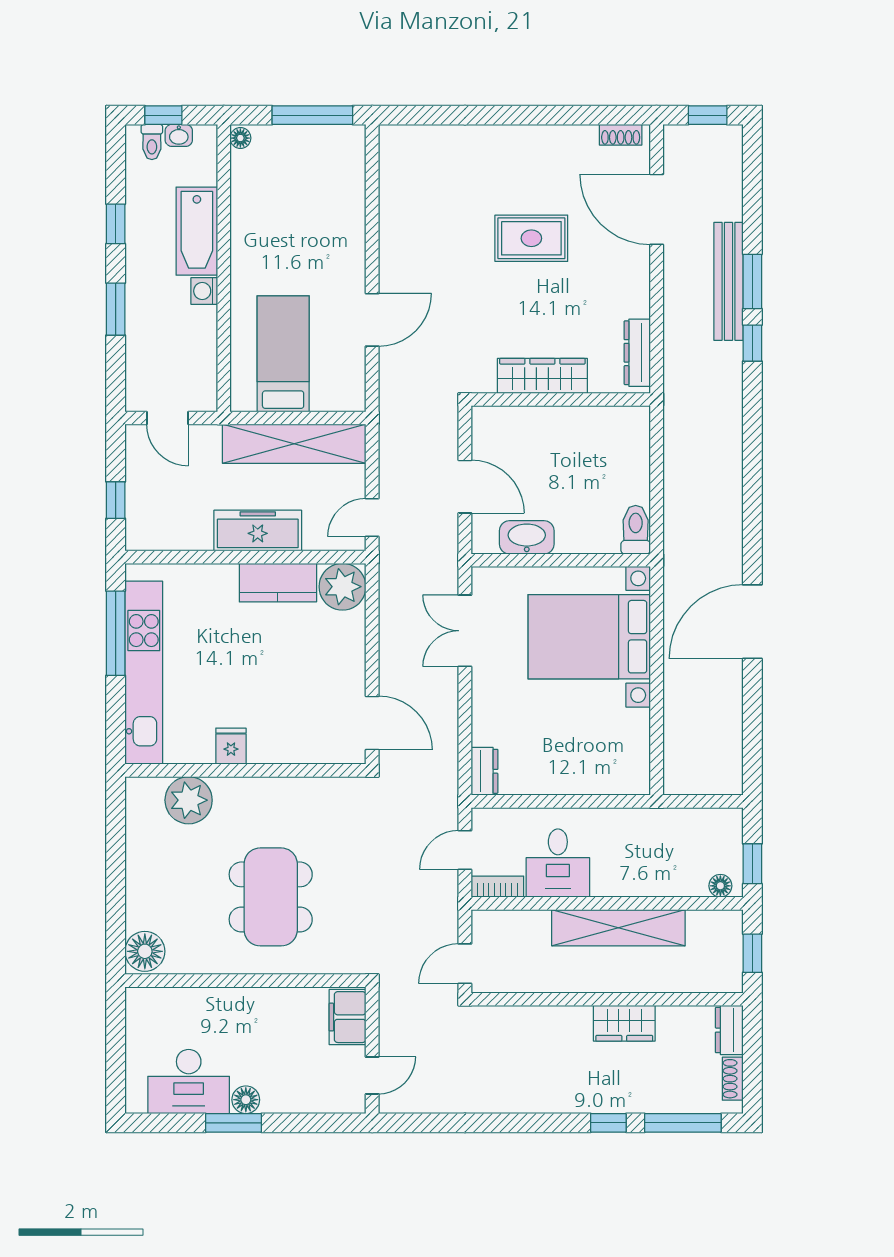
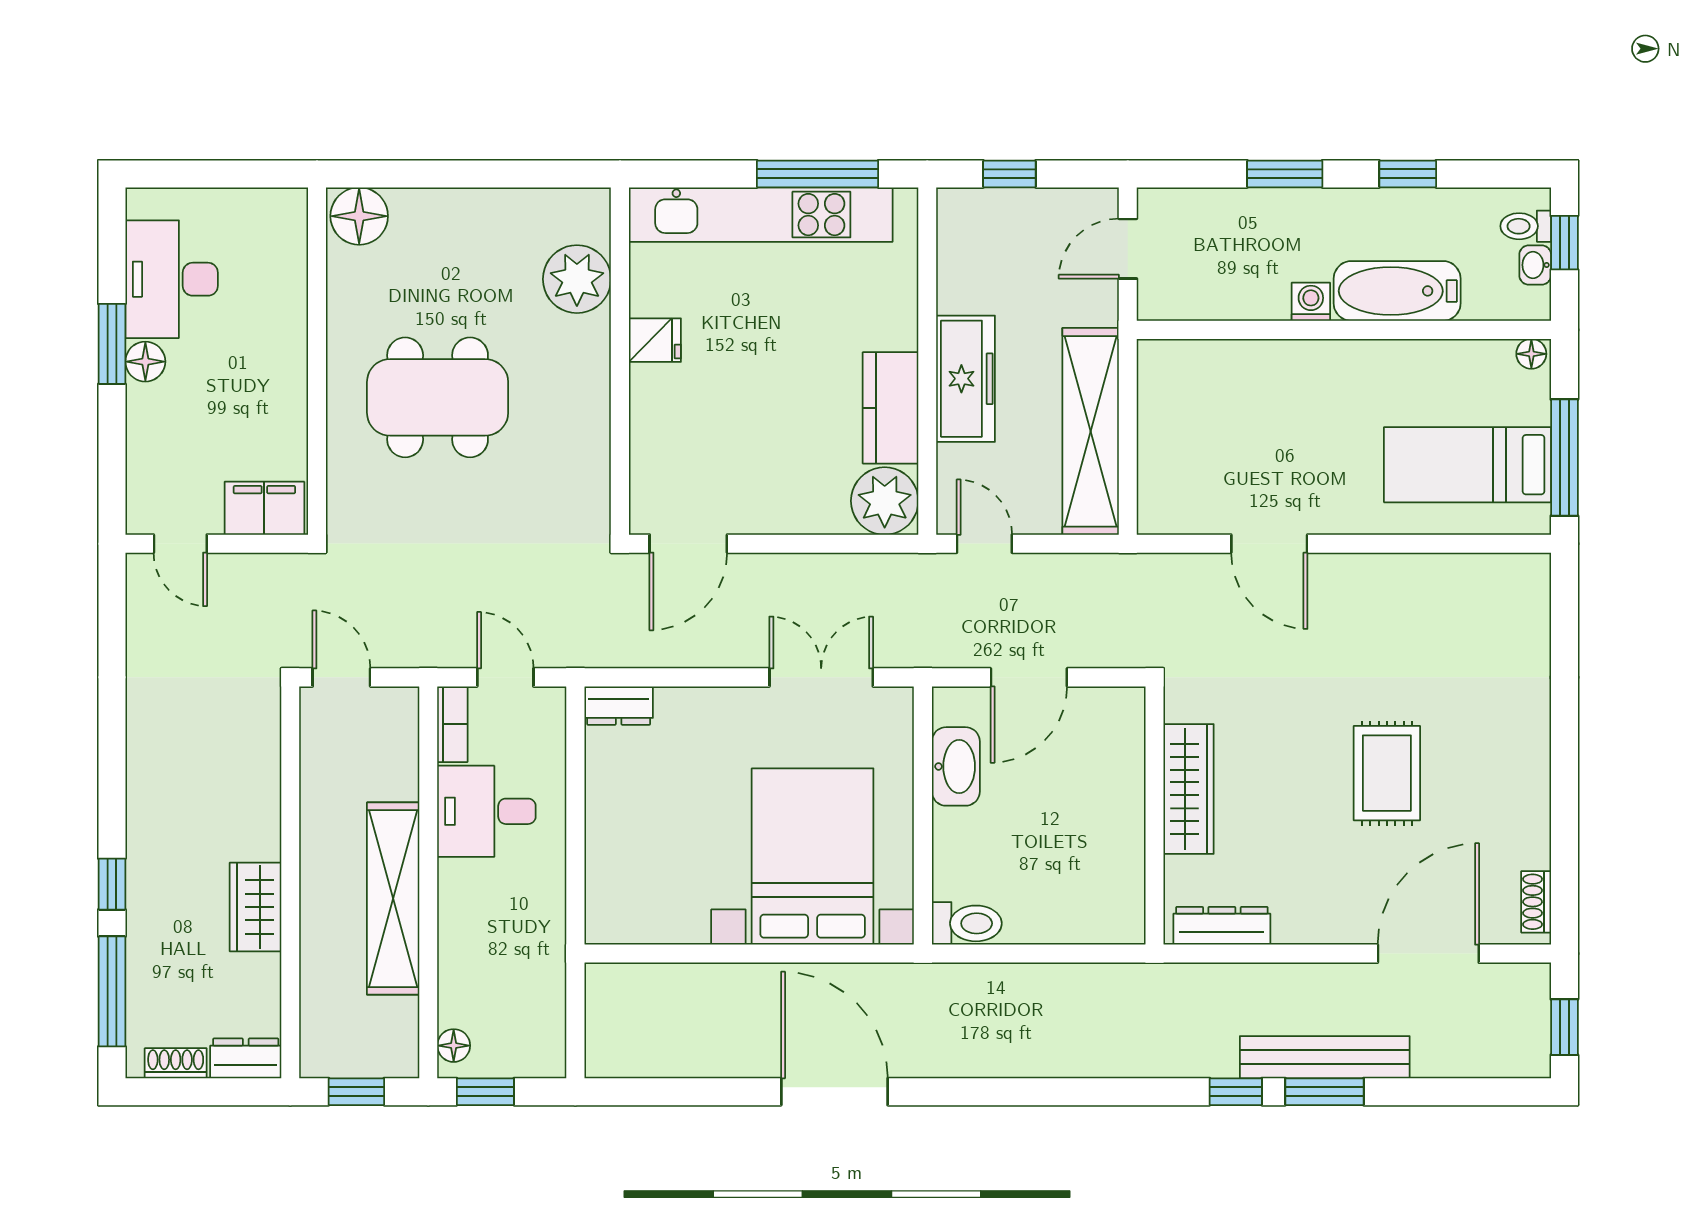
bed: (283, 354) -> (1467, 465), moved, turned 180

